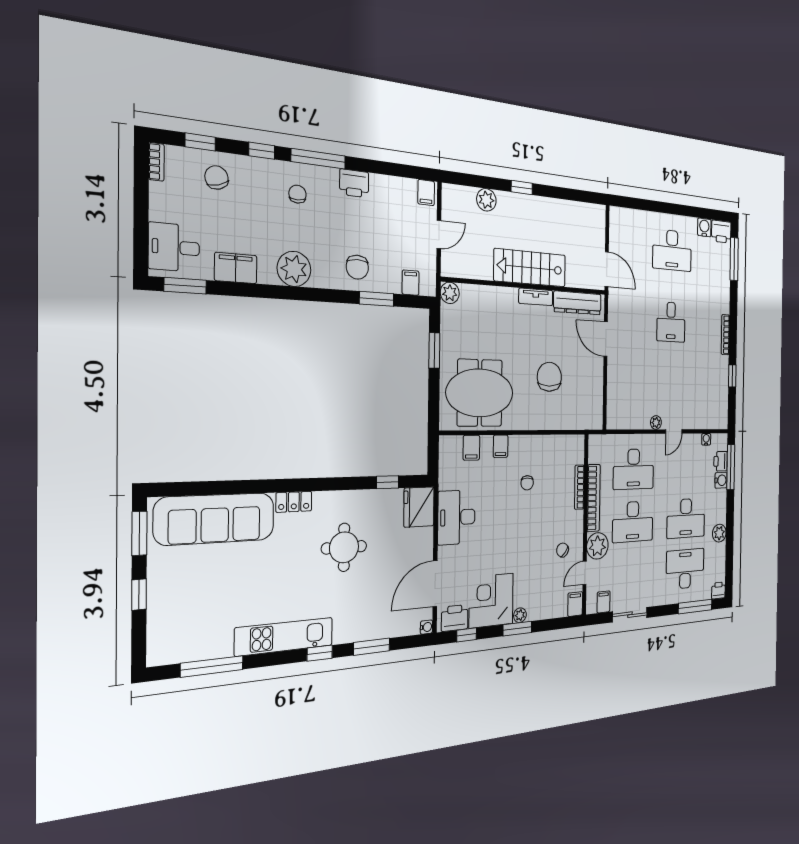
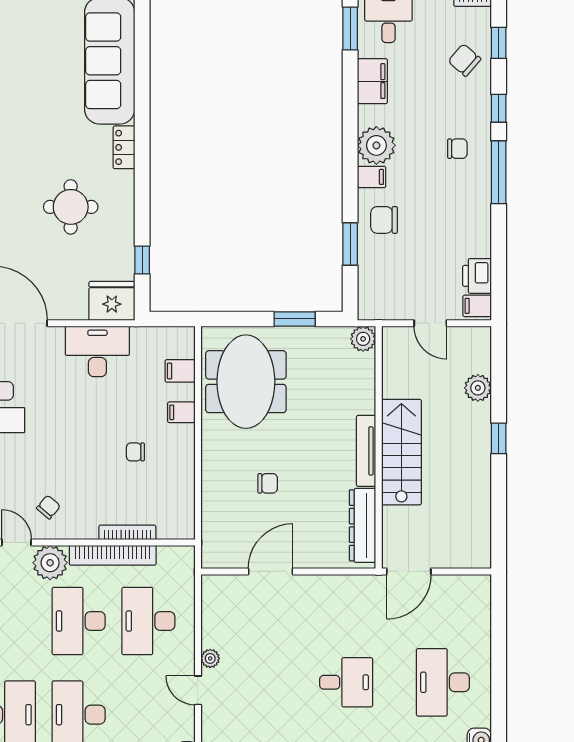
chair: (217, 177) -> (464, 60), turned -122
printer: (354, 183) -> (477, 276), moved
filing cabinet: (411, 283) -> (372, 177), moved
tv unit: (536, 297) -> (366, 451), width x1.41
desk: (671, 322) -> (346, 682), turned 180
door: (606, 339) -> (271, 571), moved
chair: (549, 377) -> (268, 483), width x0.54, depth x0.54

